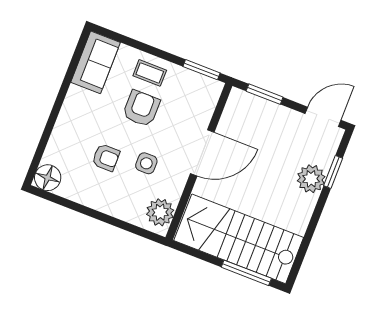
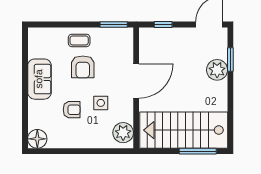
sofa: (96, 62) -> (39, 79), moved
window: (265, 94) -> (163, 25), width x0.67
armchair: (141, 108) -> (83, 67), turned 180

